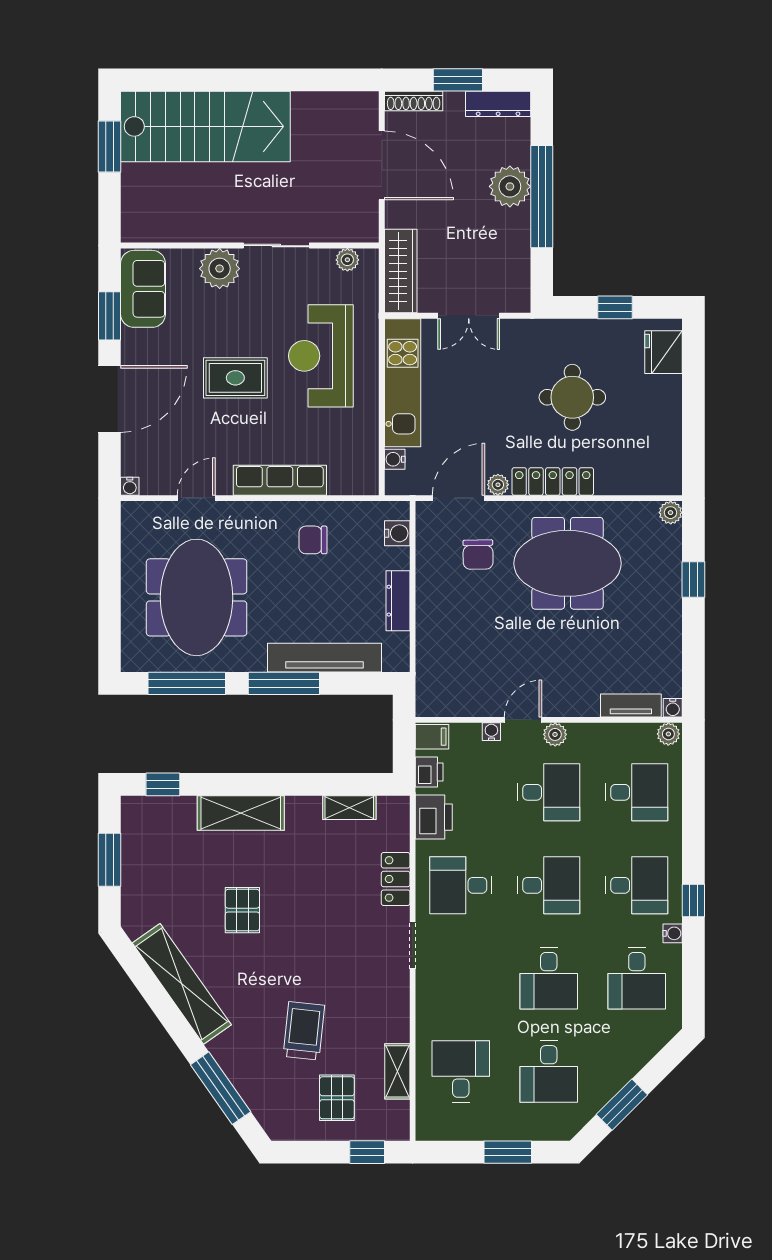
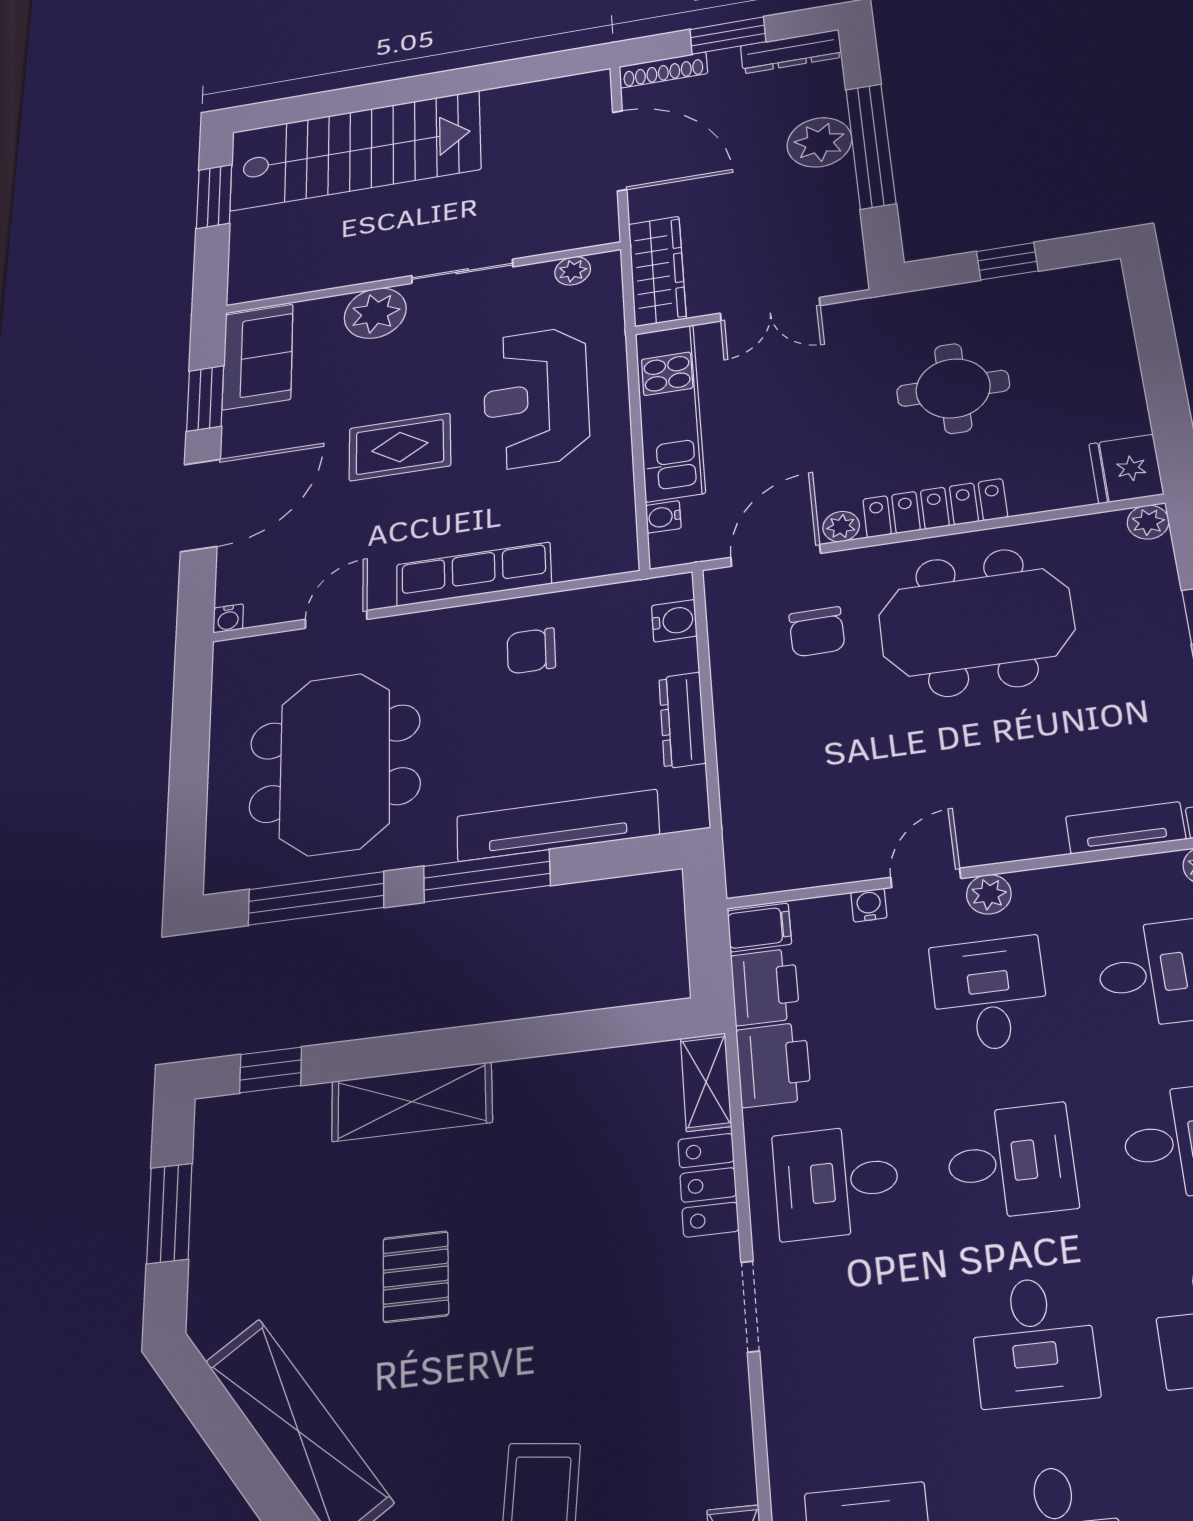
fridge: (664, 352) -> (1126, 469), moved
printer: (429, 772) -> (765, 987), width x1.36, depth x1.24
desk: (549, 792) -> (989, 994), turned -90
shelving: (349, 808) -> (706, 1082), moved, turned 90

